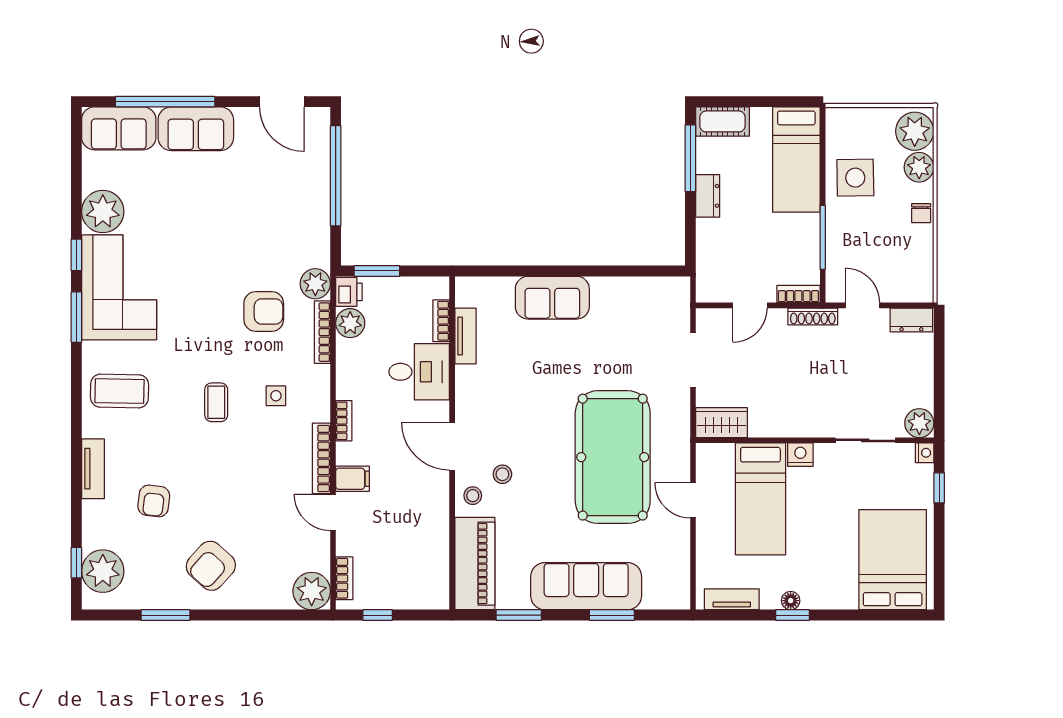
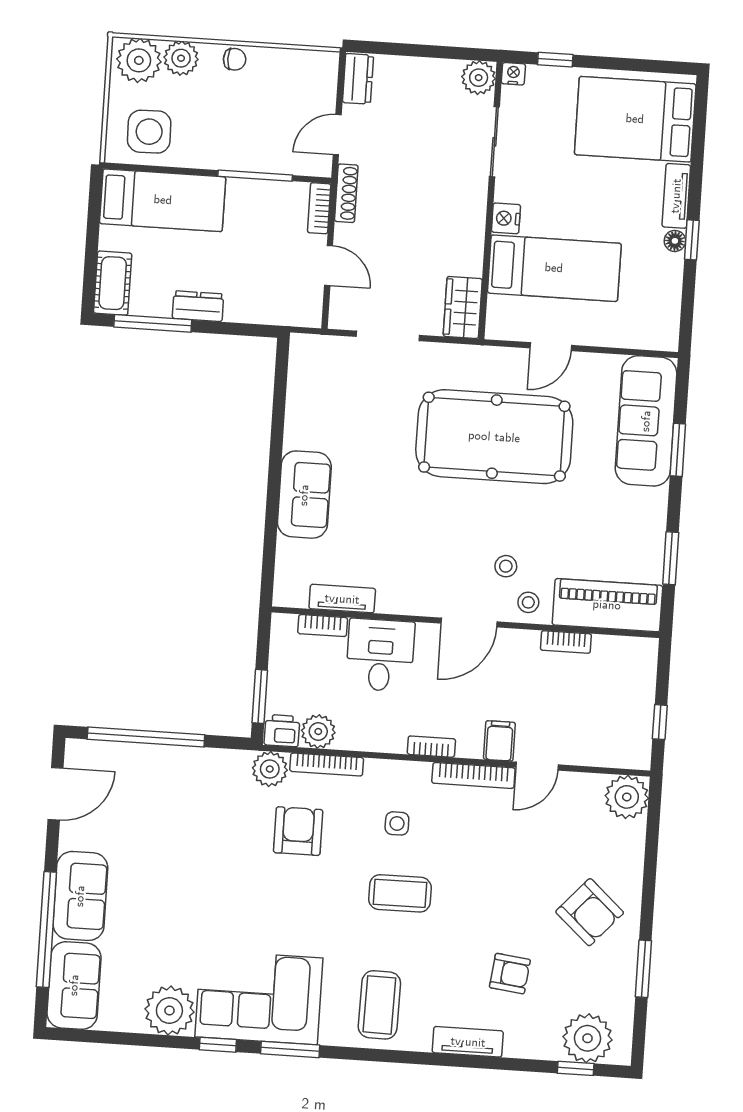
side table: (855, 178) -> (149, 132), moved
coffee table: (216, 402) -> (400, 893), width x1.36, depth x1.30
bookcase: (344, 578) -> (566, 642), moved, turned 180
sofa: (586, 586) -> (646, 421), moved
tv unit: (732, 599) -> (676, 196), moved

